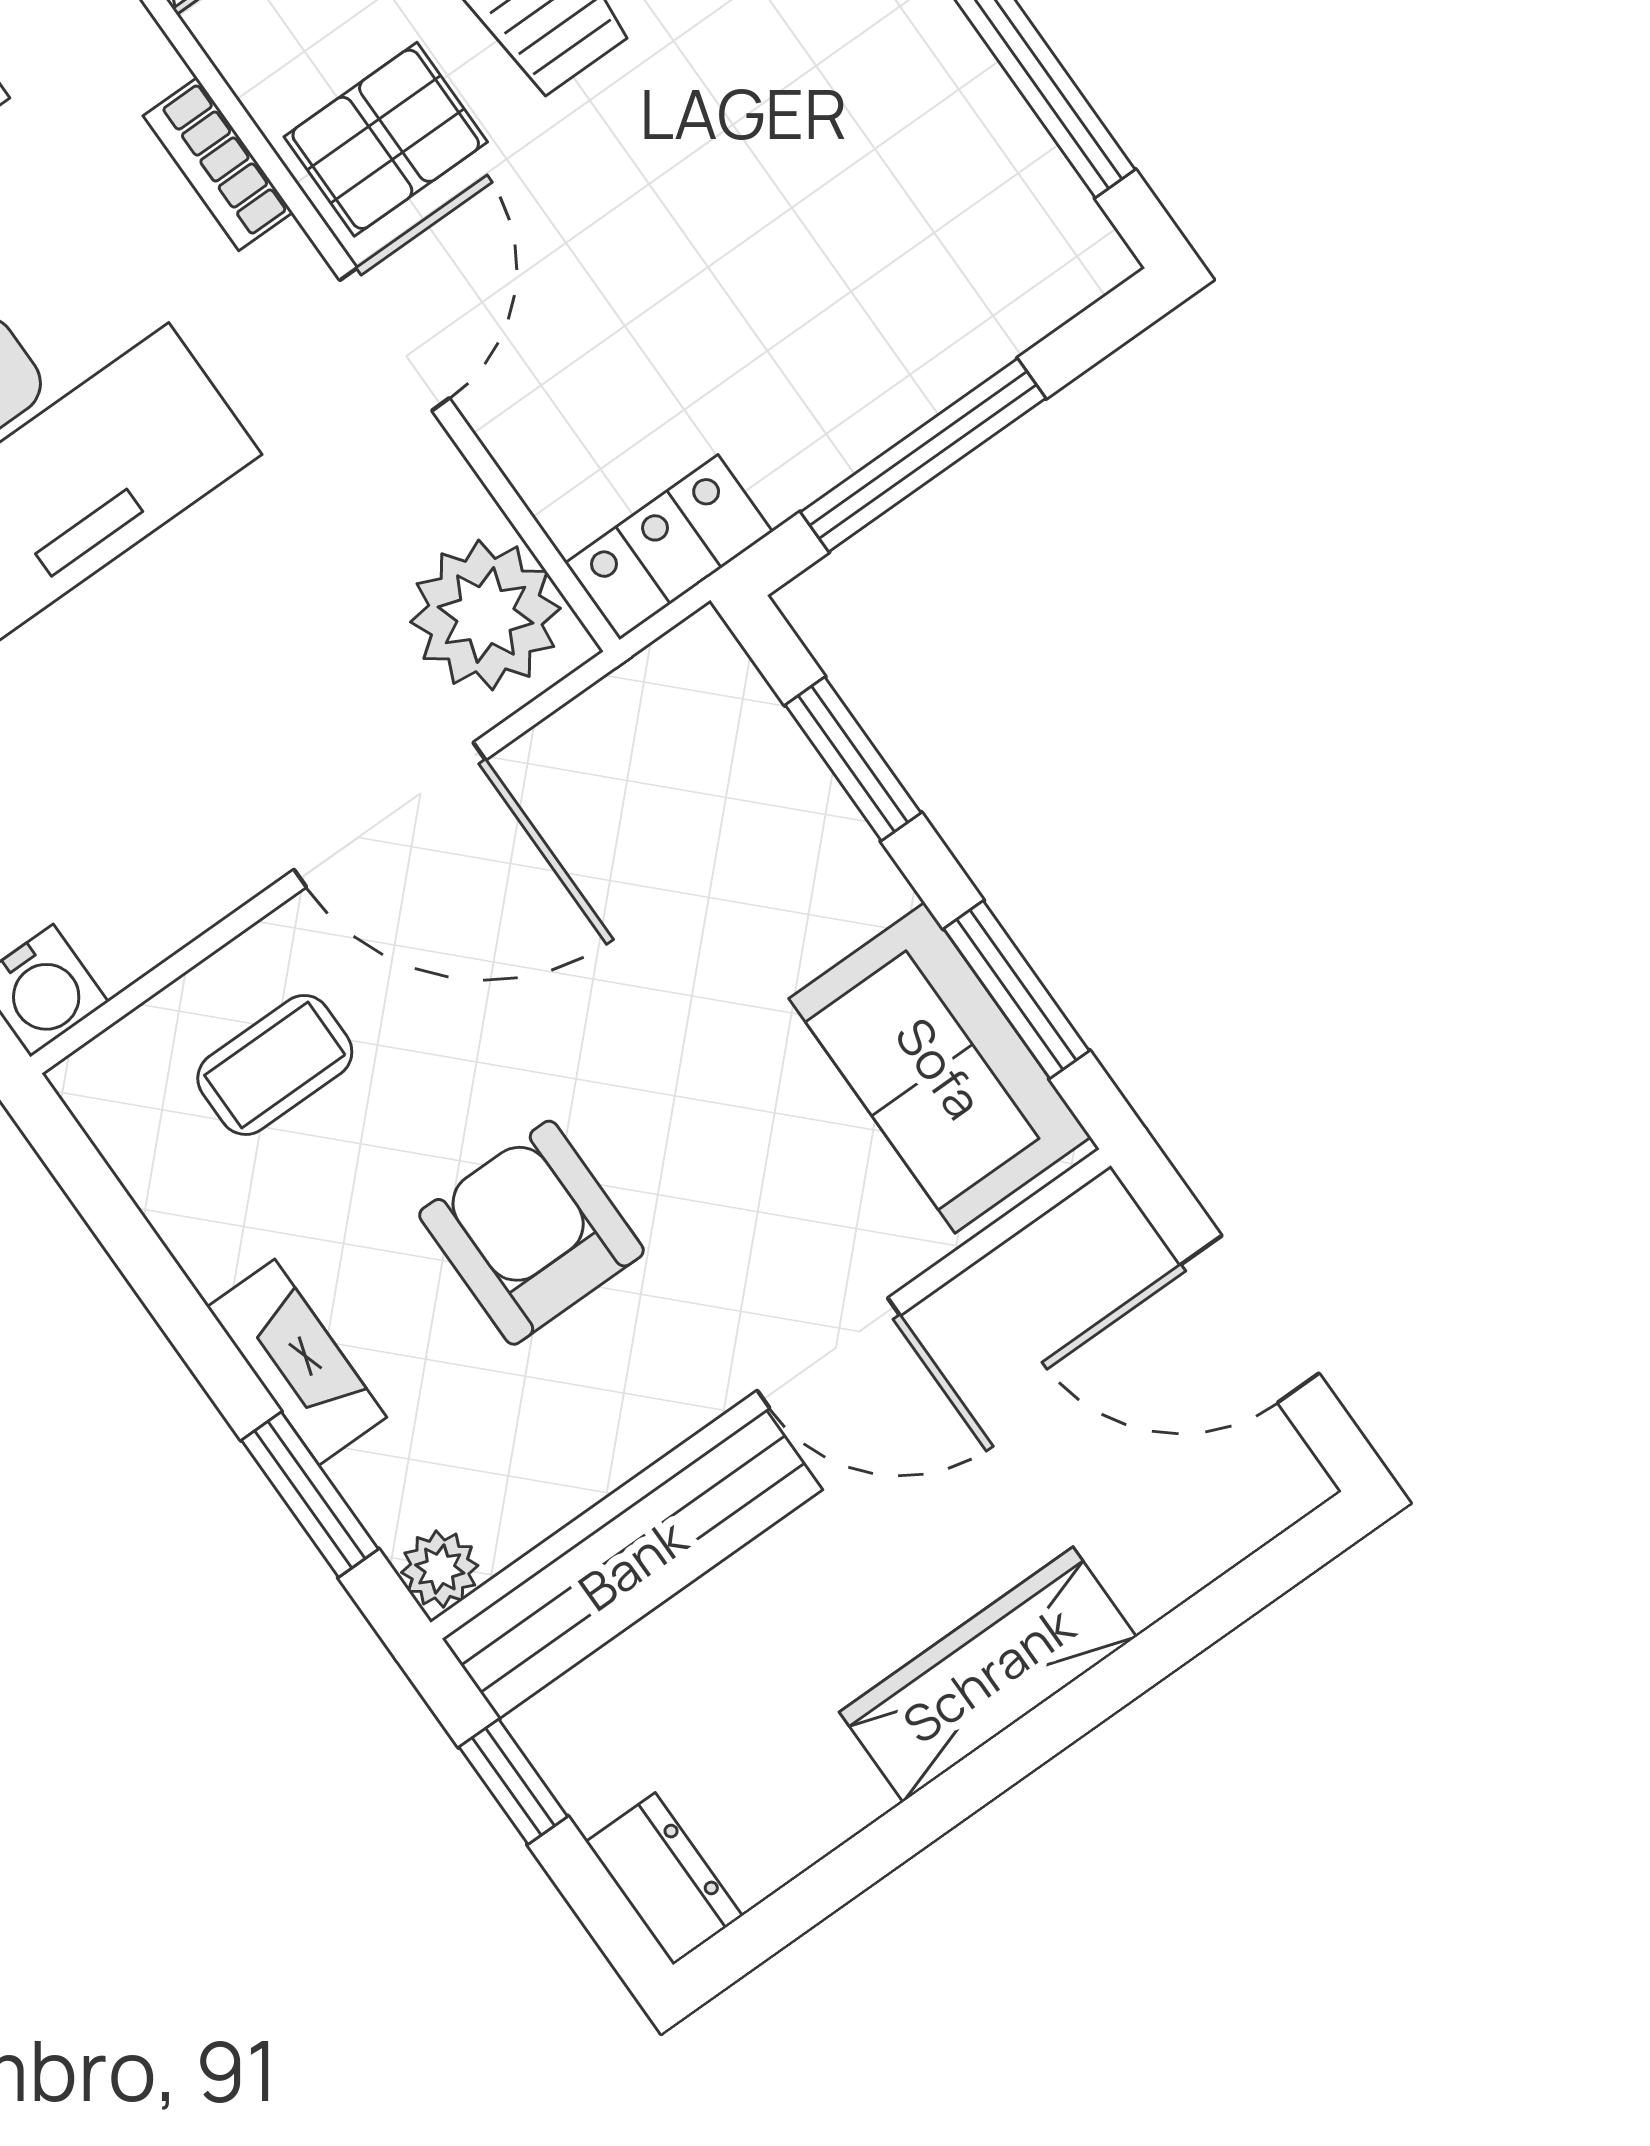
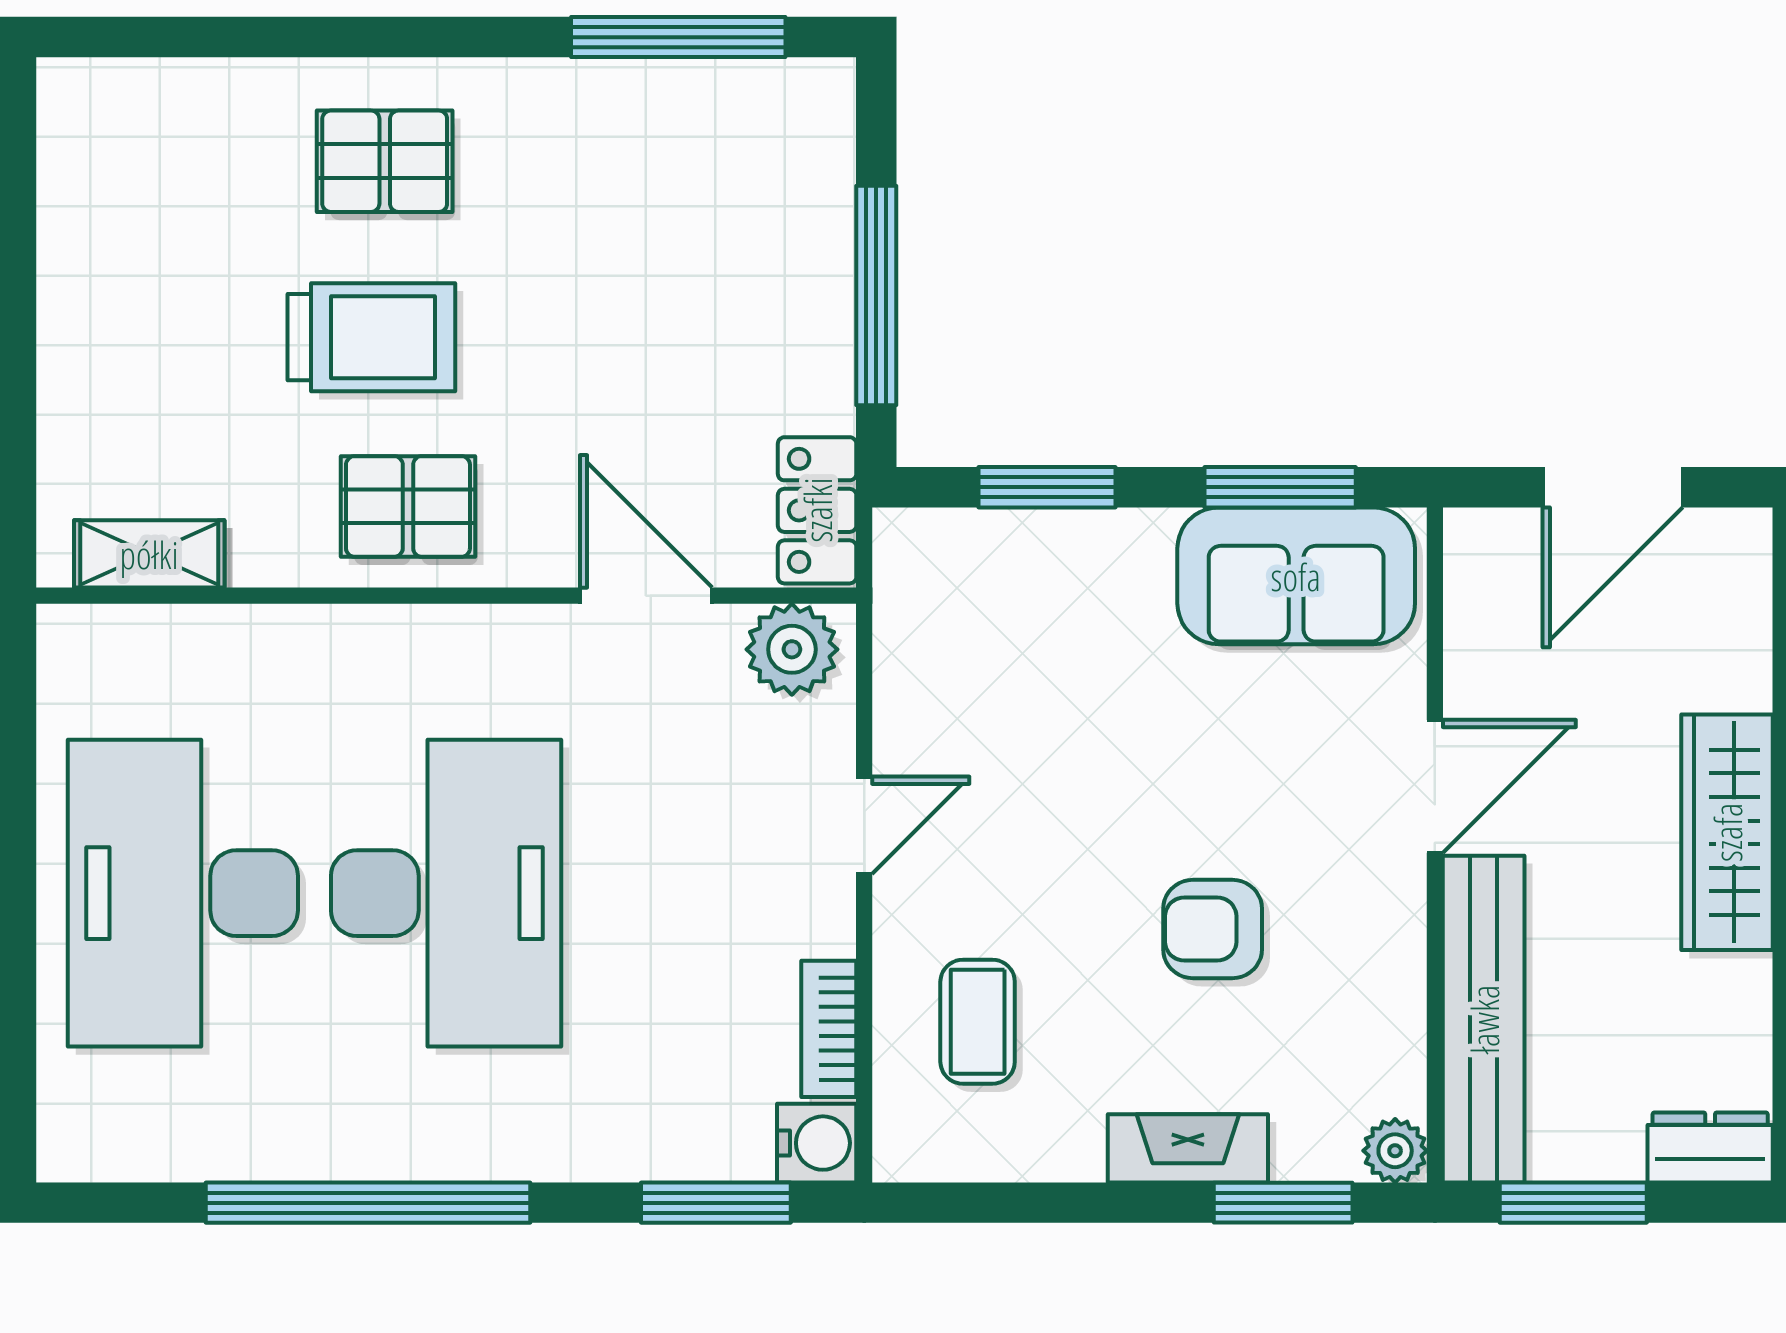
pallet: (386, 139) -> (408, 506), turned 90
bookcase: (218, 164) -> (829, 1029), moved, turned 90
door: (395, 339) -> (646, 596), moved
plant: (485, 615) -> (792, 649), width x0.73, depth x0.73
door: (390, 815) -> (864, 825), width x0.53
armchair: (531, 1233) -> (1213, 929), width x0.72, depth x0.72
window: (513, 1782) -> (1573, 1203), width x1.50

